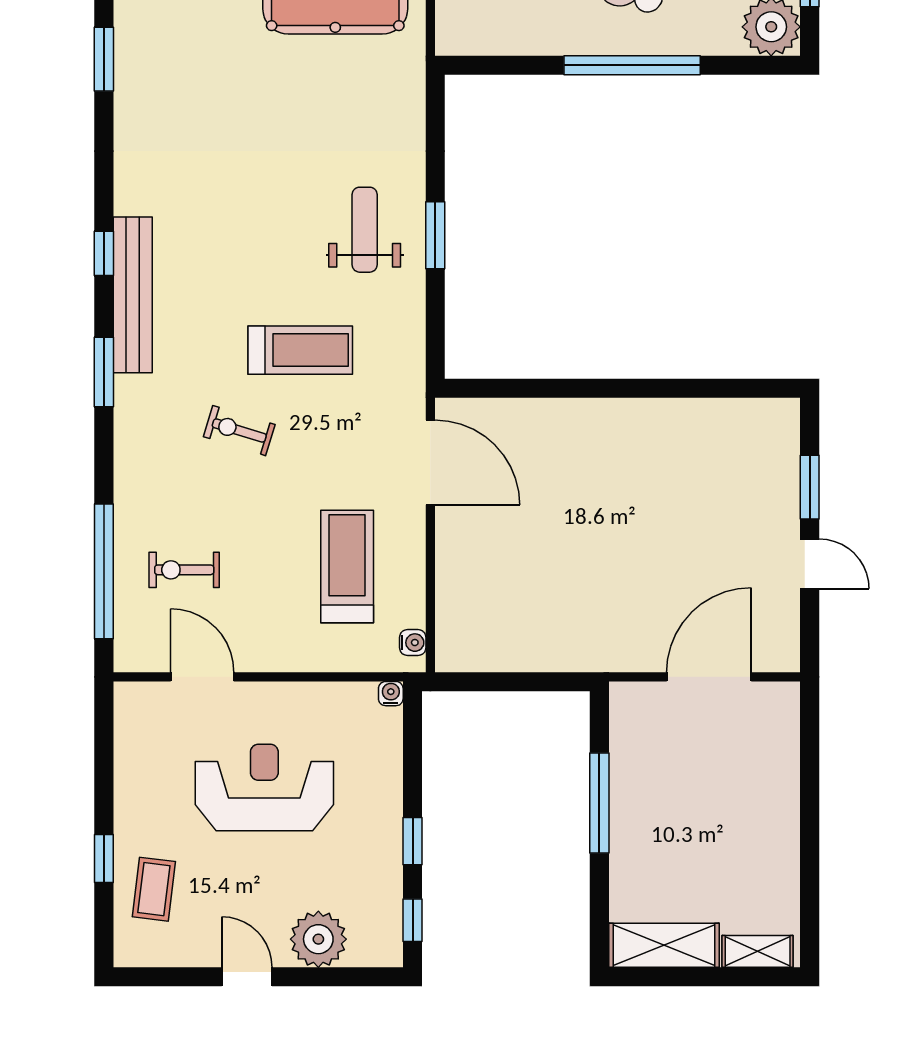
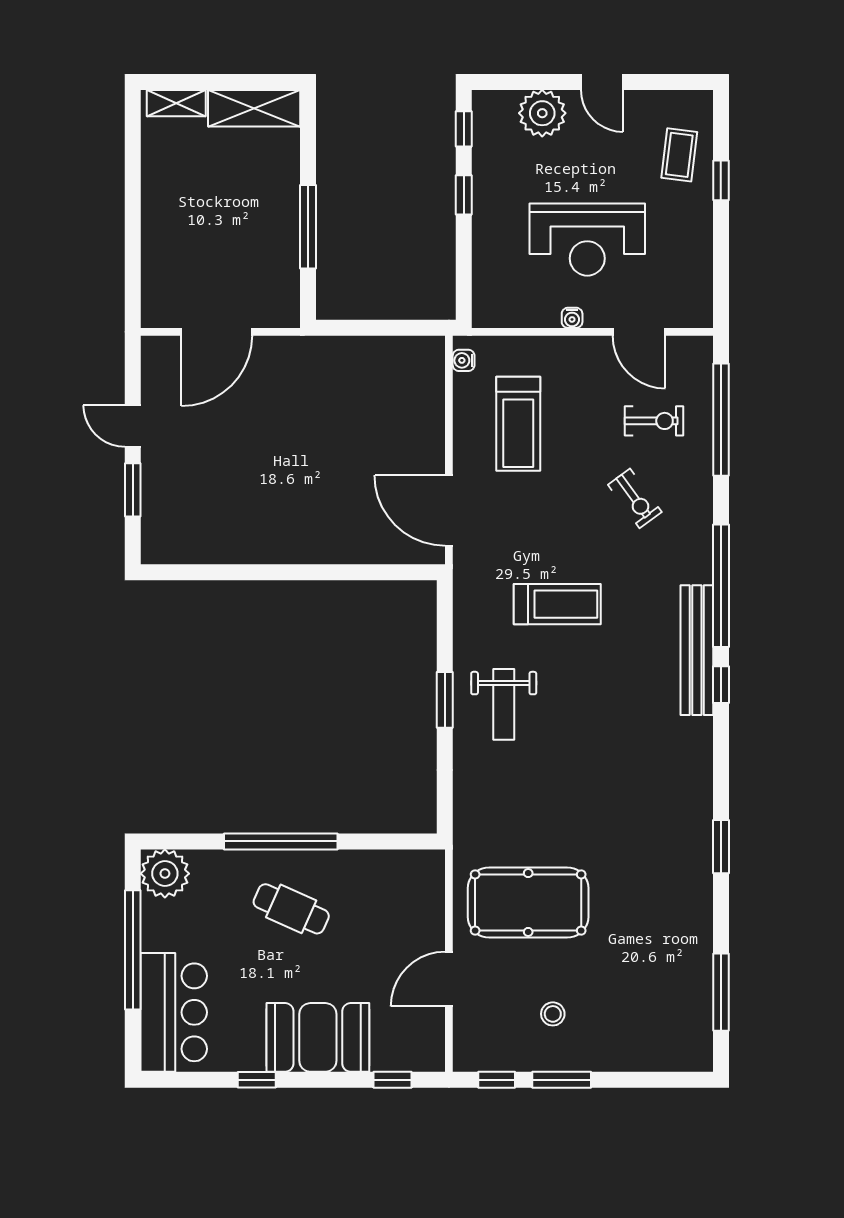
treadmill: (300, 350) -> (557, 604), turned 180
window: (104, 372) -> (721, 586), width x2.11
exercise bike: (239, 431) -> (635, 498), moved, turned 37
water cooler: (391, 694) -> (572, 318), moved

